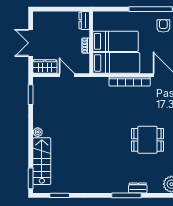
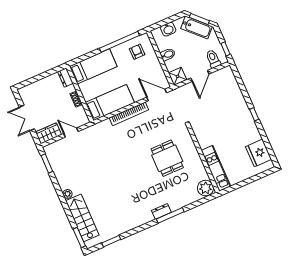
bed: (115, 41) -> (93, 66), moved
dining table: (147, 140) -> (167, 158), turned 90
dresser: (138, 188) -> (161, 211), moved

